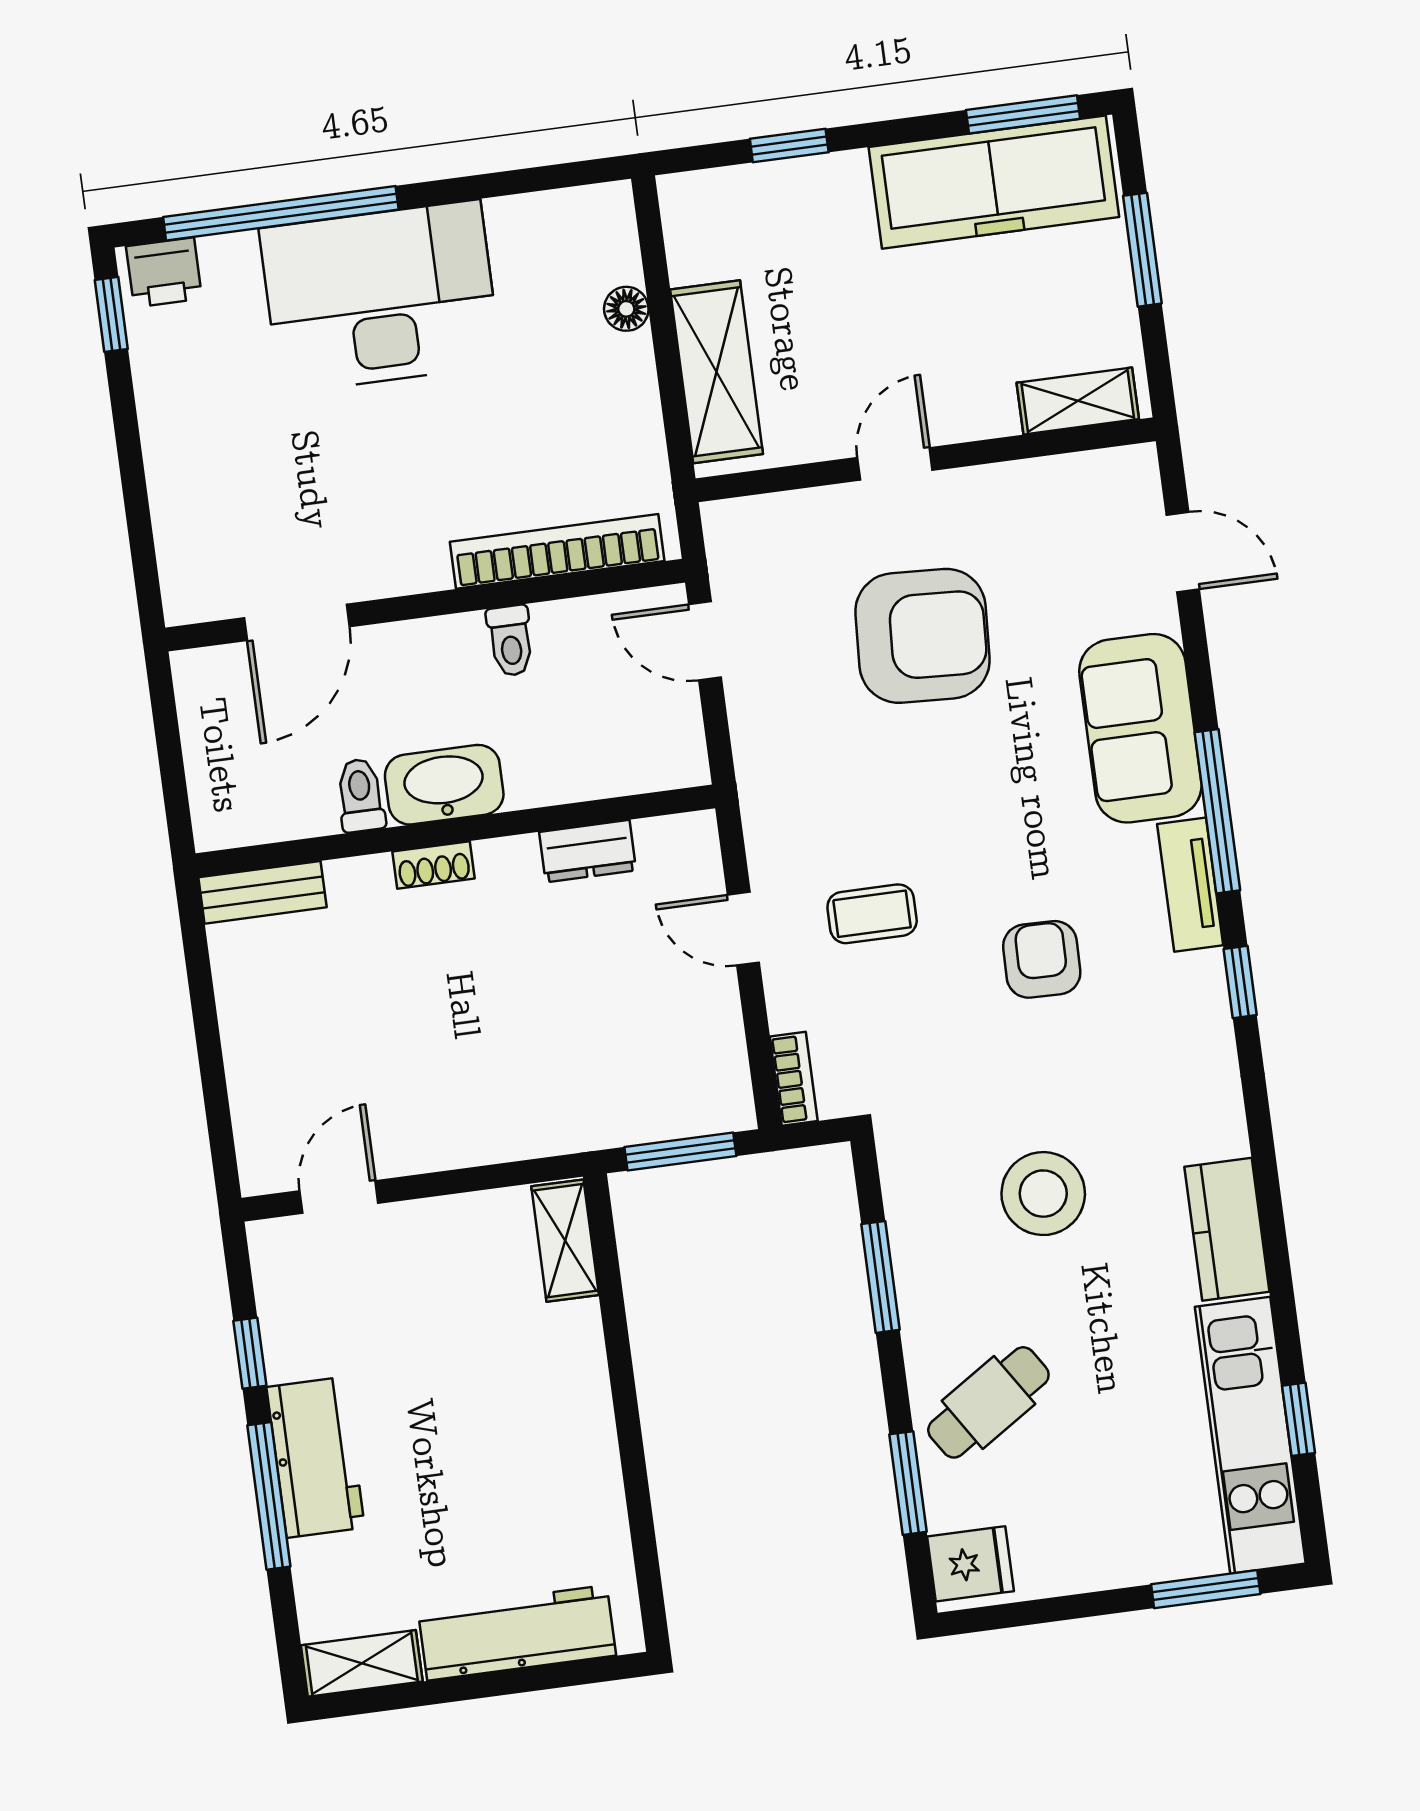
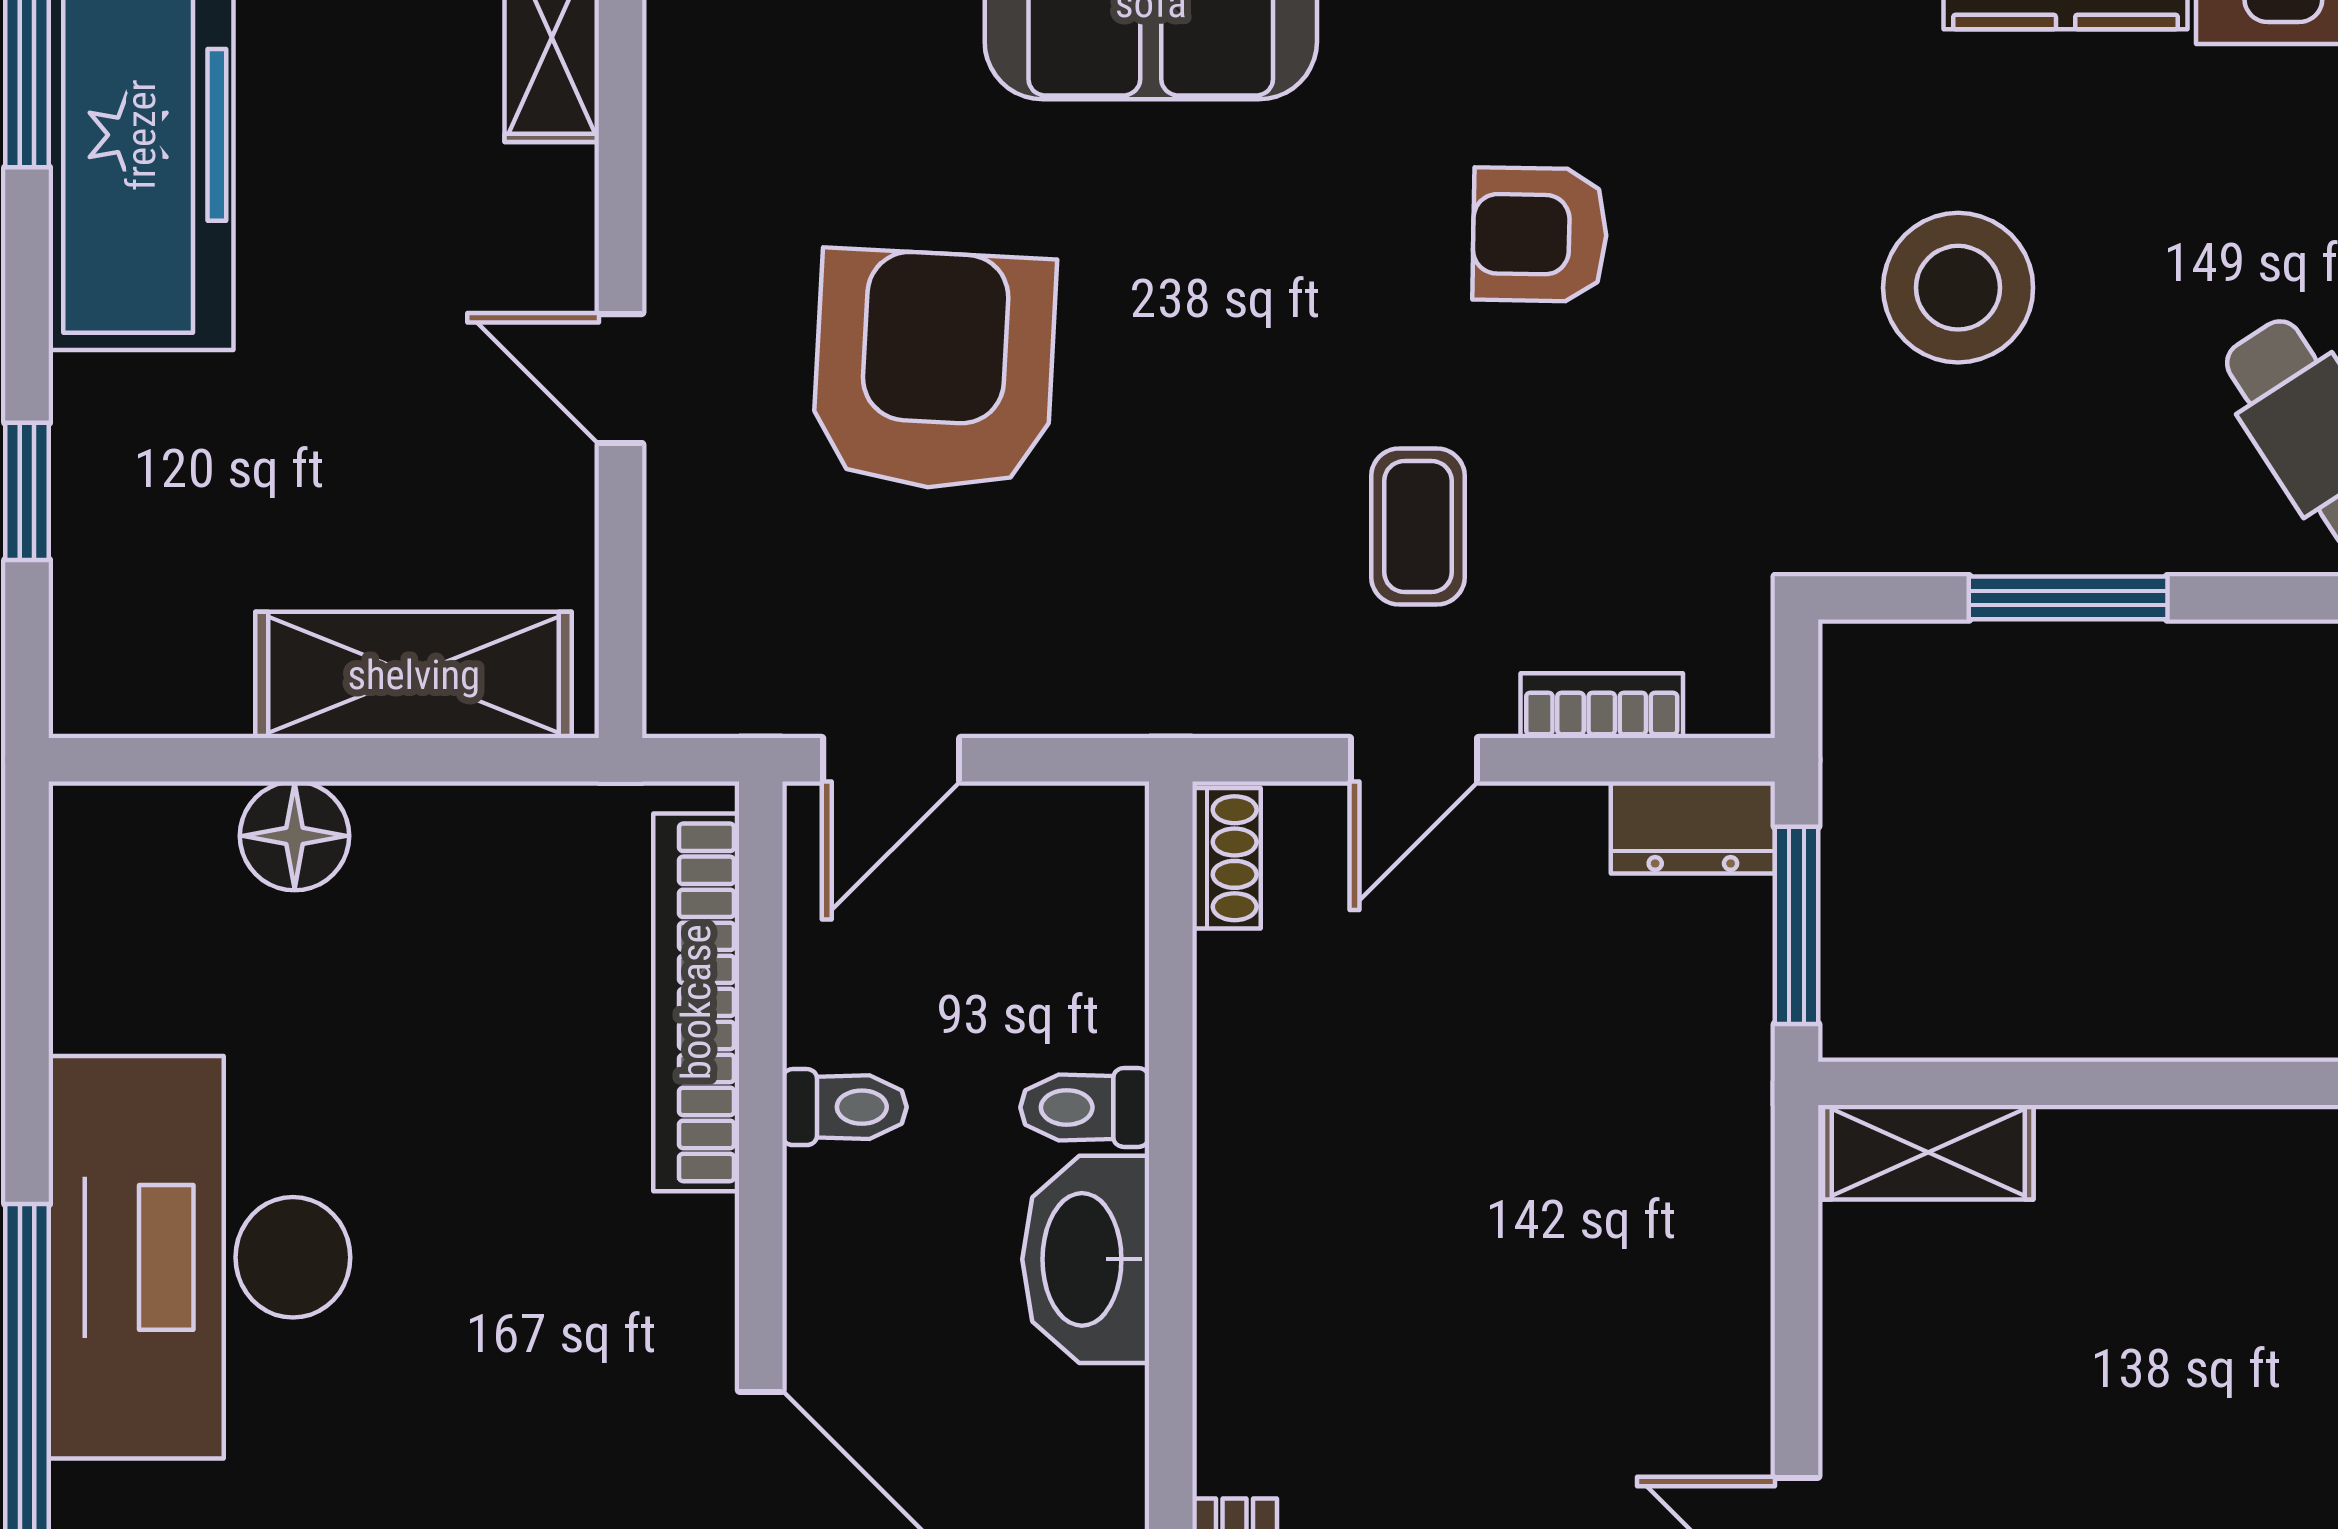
floor lamp: (626, 309) -> (295, 836), width x1.37, depth x1.37
toilet: (361, 795) -> (1085, 1107), moved
dresser: (588, 851) -> (1693, 827), moved, turned 90
shoe rack: (433, 865) -> (1226, 858), moved
bookcase: (794, 1079) -> (1602, 706), moved

